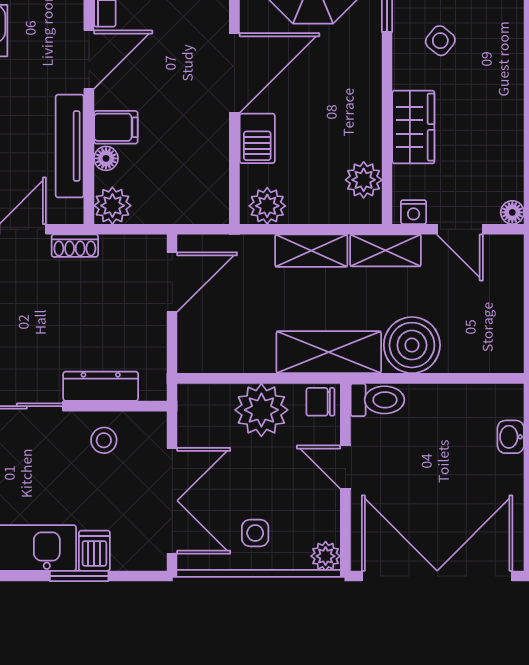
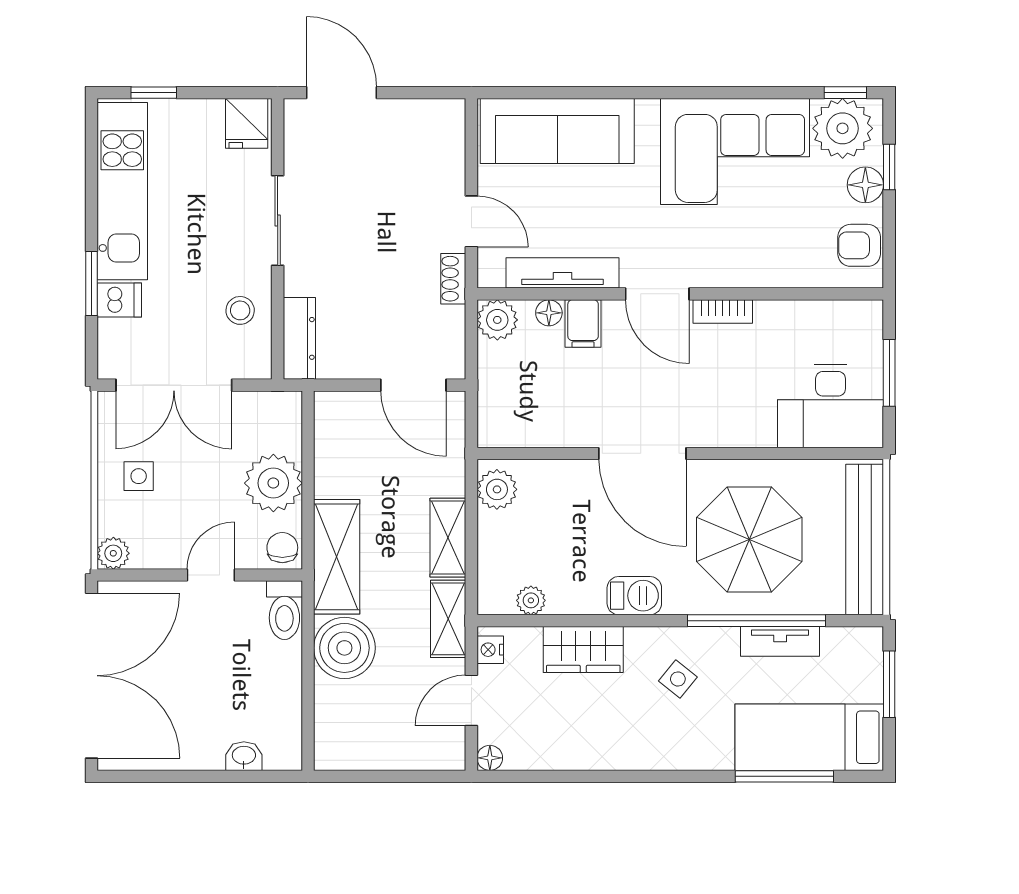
barbecue: (257, 138) -> (634, 596), moved, turned 180
plant: (364, 180) -> (531, 600), width x0.73, depth x0.73
dresser: (101, 386) -> (299, 338), moved

